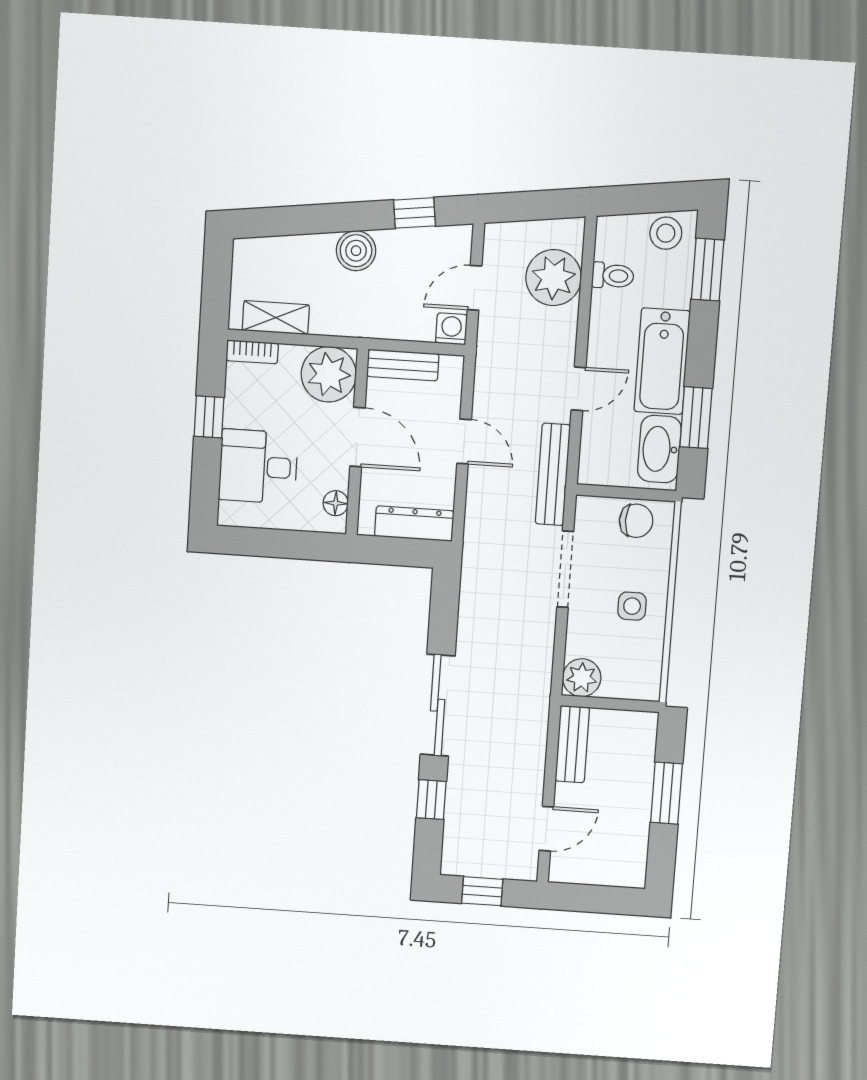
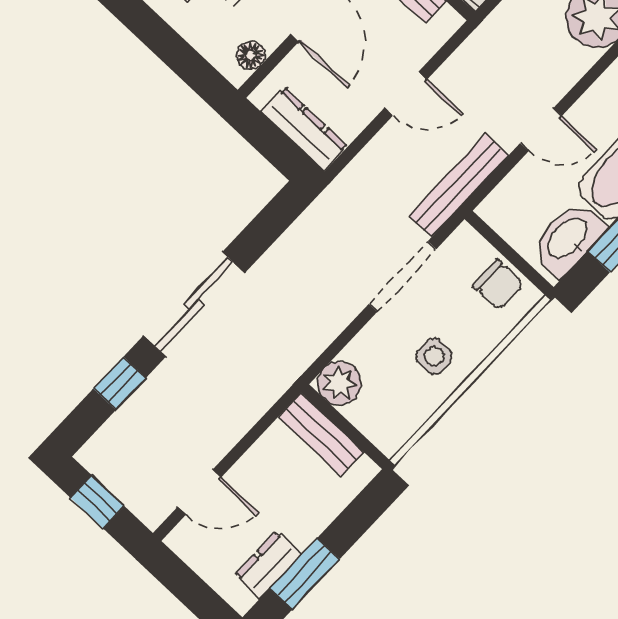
door: (464, 441) -> (406, 94), hinge flipped
bench: (572, 744) -> (321, 434), moved, turned 90
window: (666, 793) -> (305, 574), moved
dresser: (634, 840) -> (268, 565), added

